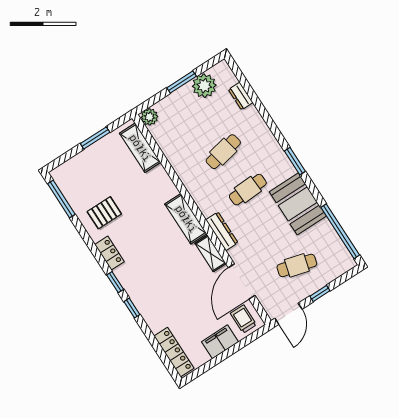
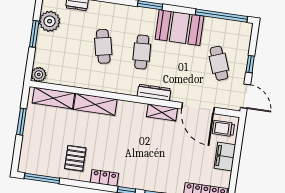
shelving: (186, 219) -> (95, 104), moved
cafe table: (297, 265) -> (219, 63), turned -36

